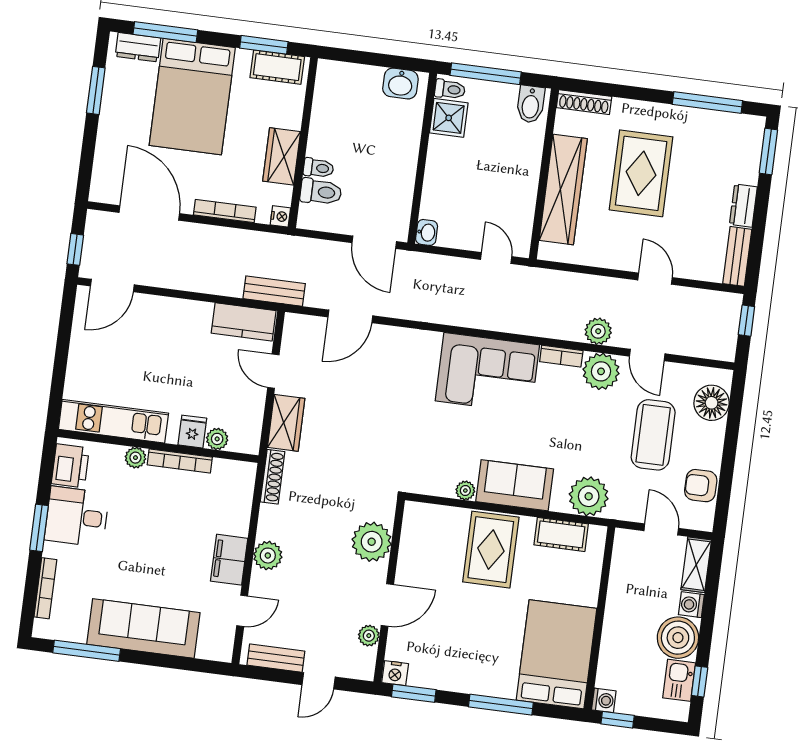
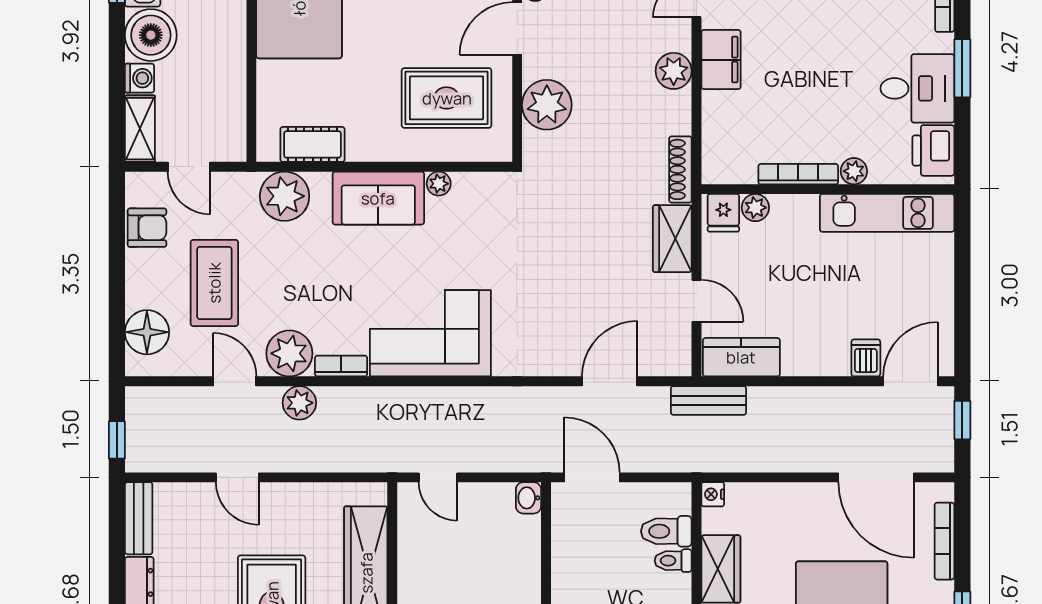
bookcase: (225, 211) -> (944, 541), moved, turned 90
dishwasher: (145, 309) -> (866, 358), added
fridge: (192, 432) -> (723, 213), moved
rug: (491, 550) -> (447, 98), moved, turned 90

